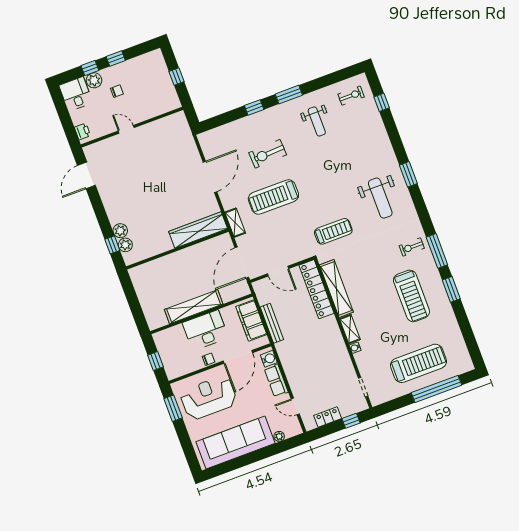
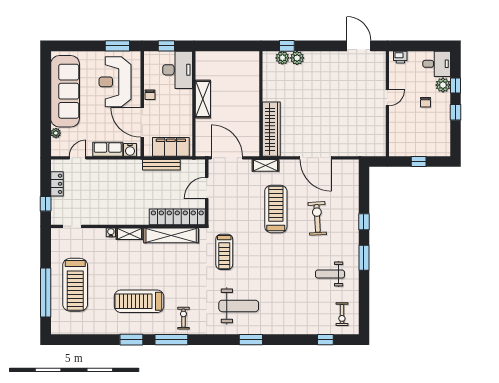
weight bench: (380, 198) -> (239, 306), turned 180
shelving: (194, 307) -> (203, 99), width x0.68
desk: (205, 330) -> (178, 70), moved
reception desk: (209, 398) -> (115, 82), turned 180

